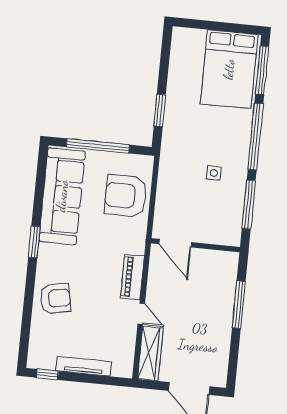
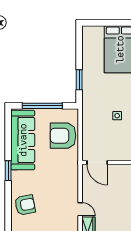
piano: (132, 277) -> (72, 187), removed

